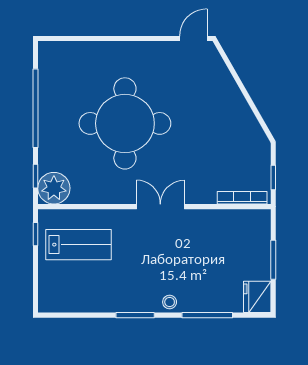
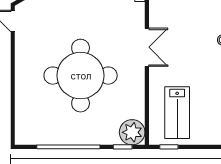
double door: (160, 207) -> (147, 47), swing flipped
lab bench: (78, 245) -> (177, 113), turned 180

